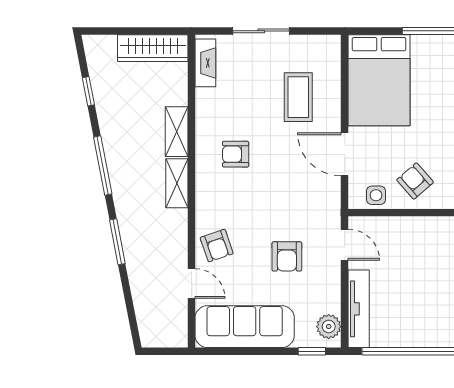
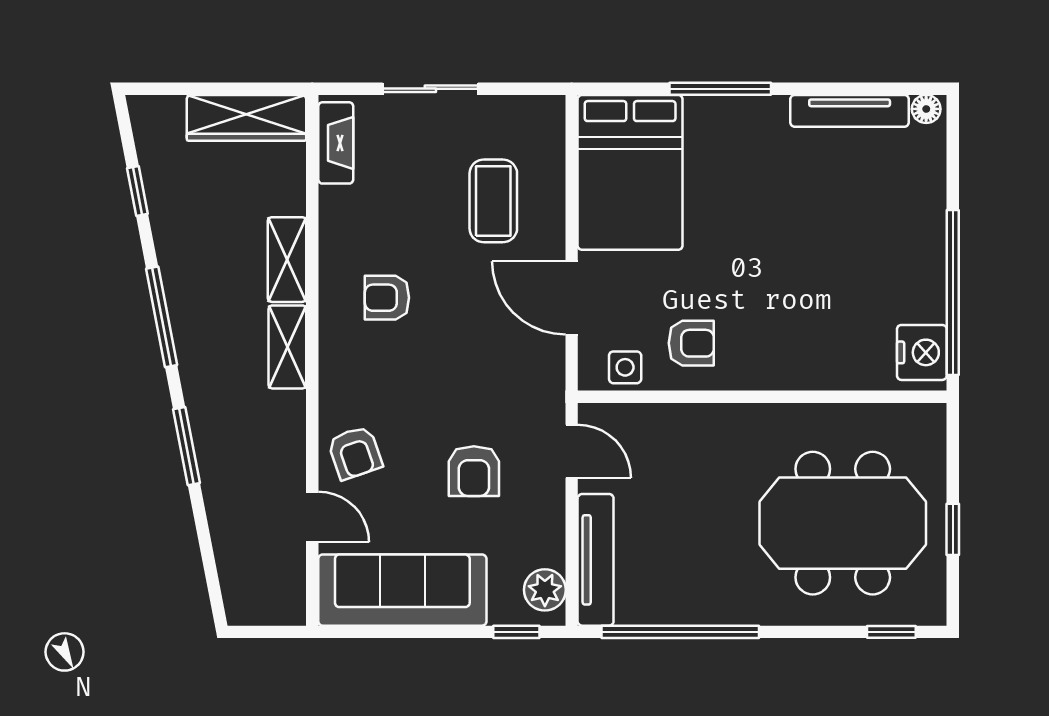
armchair: (415, 181) -> (691, 343), turned 131

